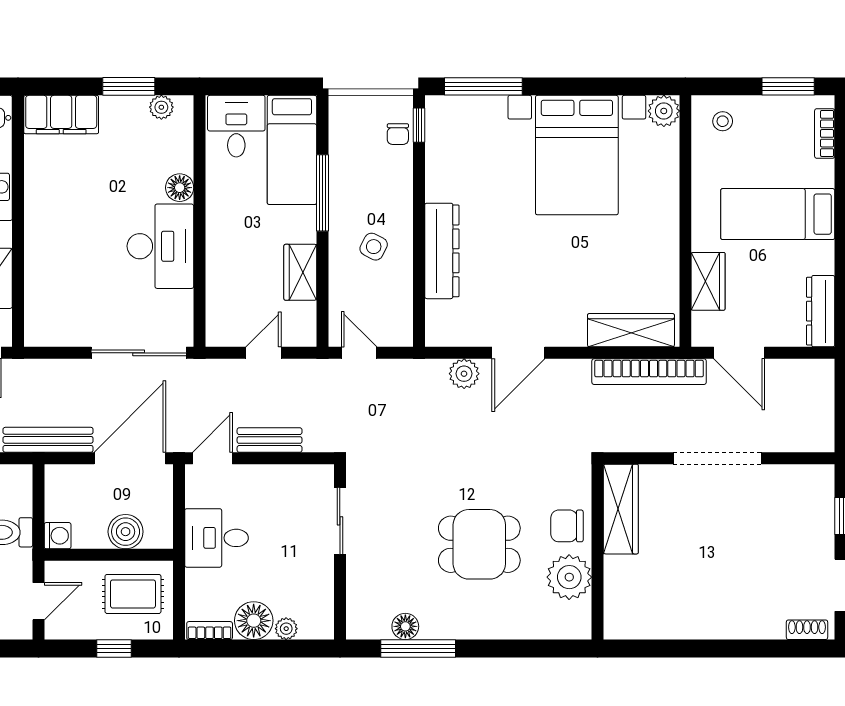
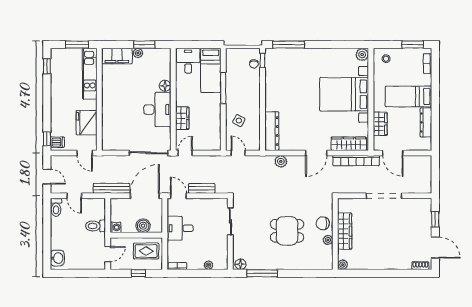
plant: (161, 107) -> (138, 53), moved
bed with nightstands: (577, 155) -> (344, 94), moved, turned 90
side table: (374, 247) -> (239, 121), moved
dresser: (442, 251) -> (272, 131), moved
wardrobe: (300, 272) -> (182, 118), moved, turned 180
dresser: (821, 311) -> (426, 122), moved
door: (264, 353) -> (185, 153), moved
door: (518, 353) -> (316, 153), moved
door: (213, 458) -> (178, 196), hinge flipped
wardrobe: (621, 509) -> (345, 231), moved
plant: (569, 577) -> (328, 240), width x0.53, depth x0.53
floor lamp: (254, 621) -> (195, 262), removed
floor lamp: (405, 626) -> (240, 264), moved
plant: (616, 627) -> (343, 265), added

